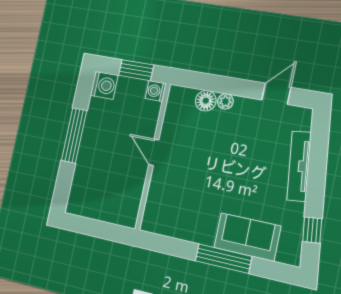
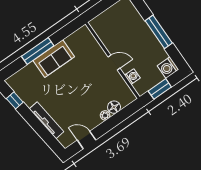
washing machine: (156, 91) -> (132, 77), moved
door: (276, 94) -> (87, 140), swing flipped
sofa: (247, 237) -> (54, 59), moved

